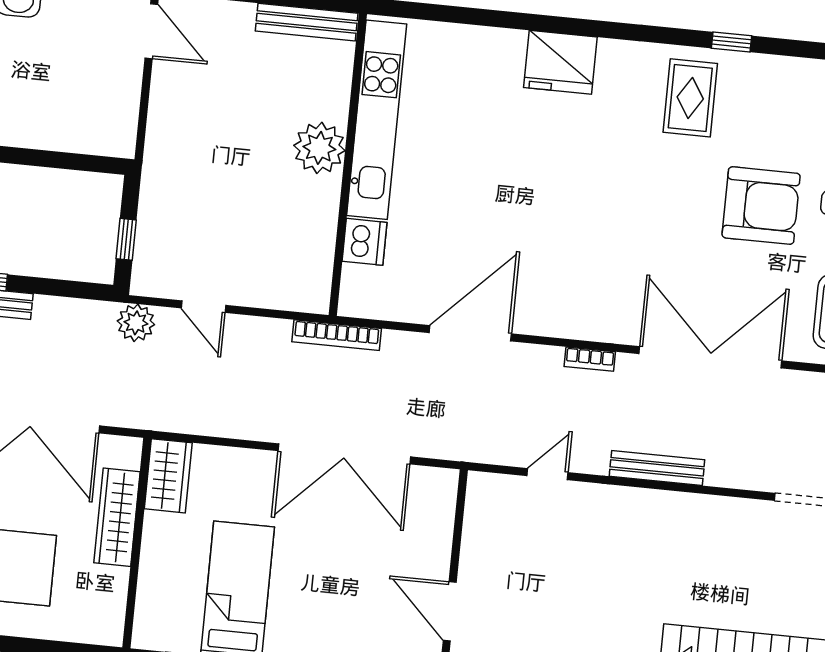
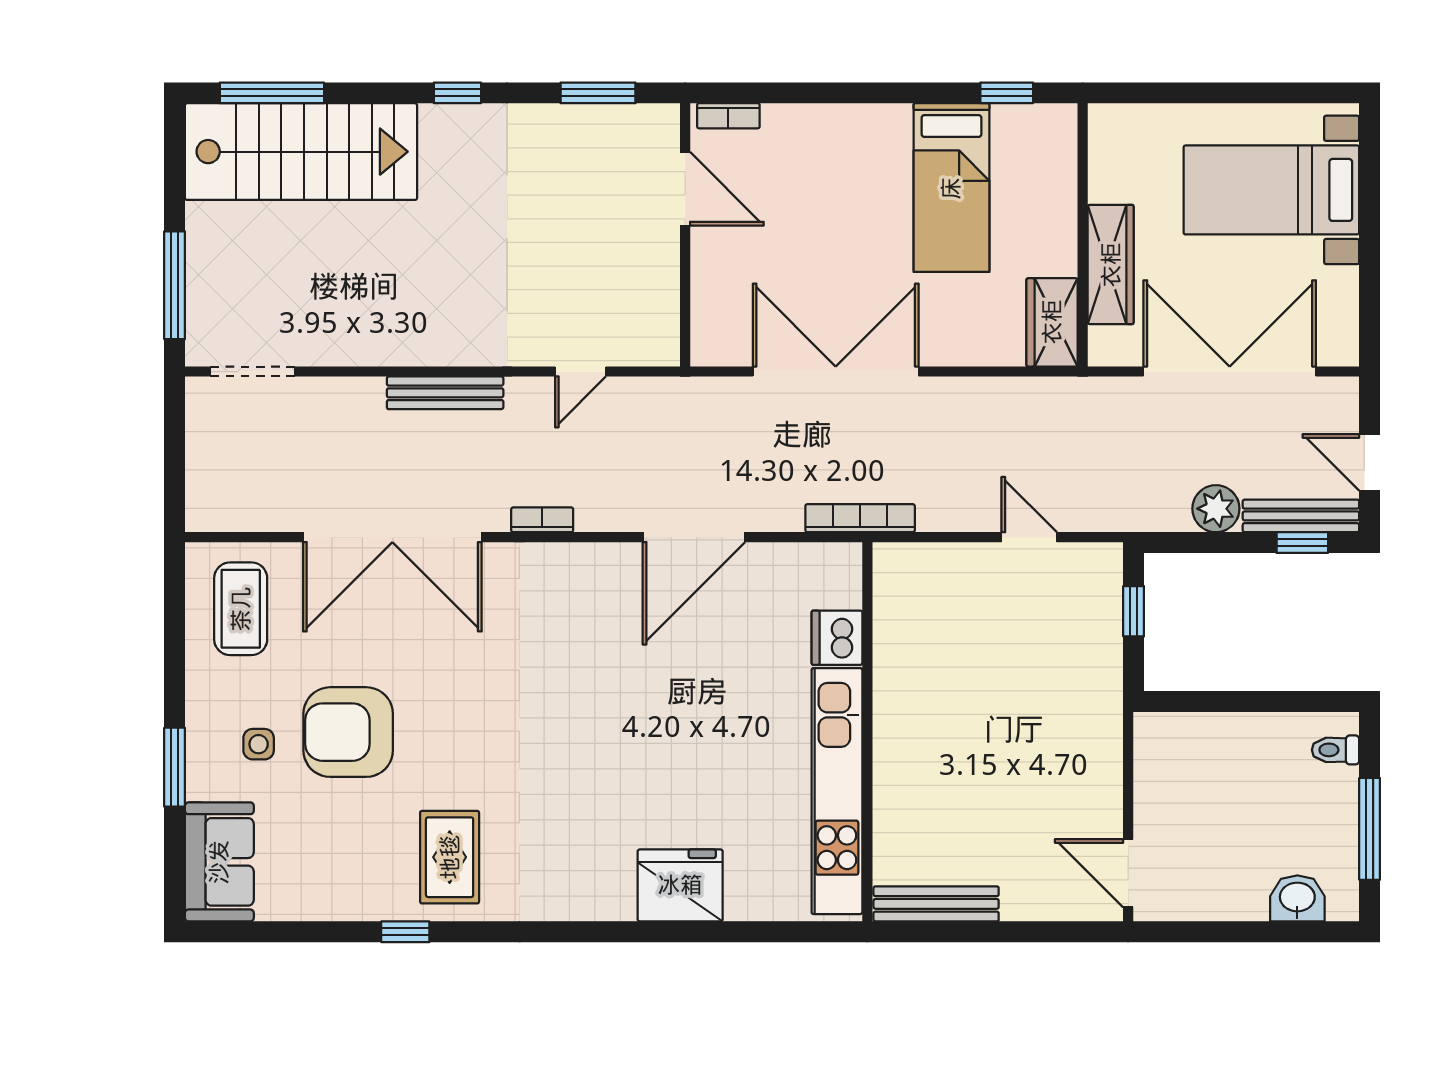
fridge: (560, 62) -> (680, 885), moved
plant: (319, 148) -> (905, 749), removed
plant: (136, 323) -> (1216, 509), moved

